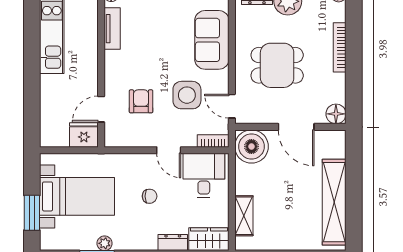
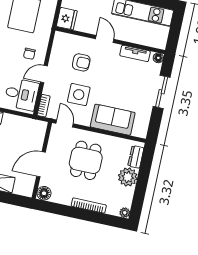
door: (232, 106) -> (65, 124), hinge flipped
door: (101, 109) -> (105, 39), moved
boiler: (251, 146) -> (34, 131), removed
chair: (150, 196) -> (29, 54), moved

